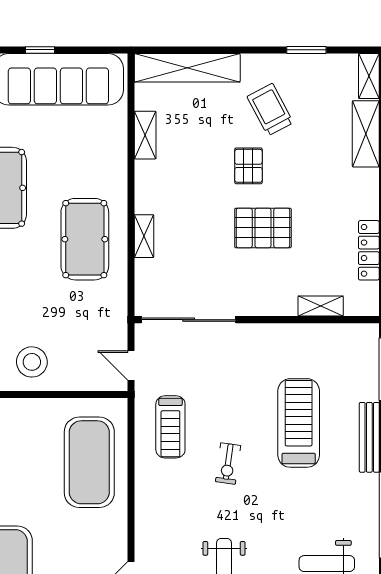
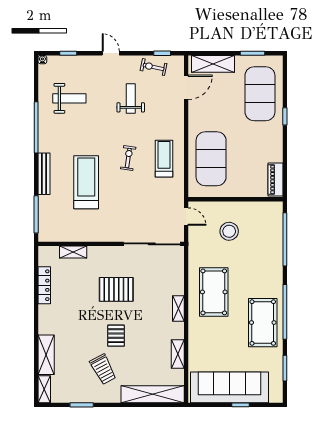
pallet: (263, 228) -> (116, 289), moved
shelving: (144, 236) -> (178, 309), moved
stool: (32, 362) -> (229, 231), moved
treadmill: (299, 423) -> (86, 182), turned 180
treadmill: (170, 427) -> (164, 159), moved

